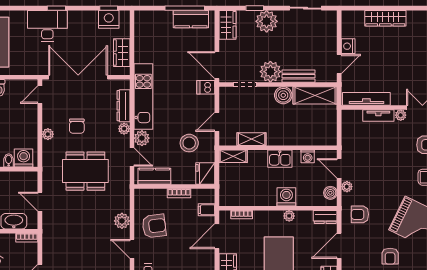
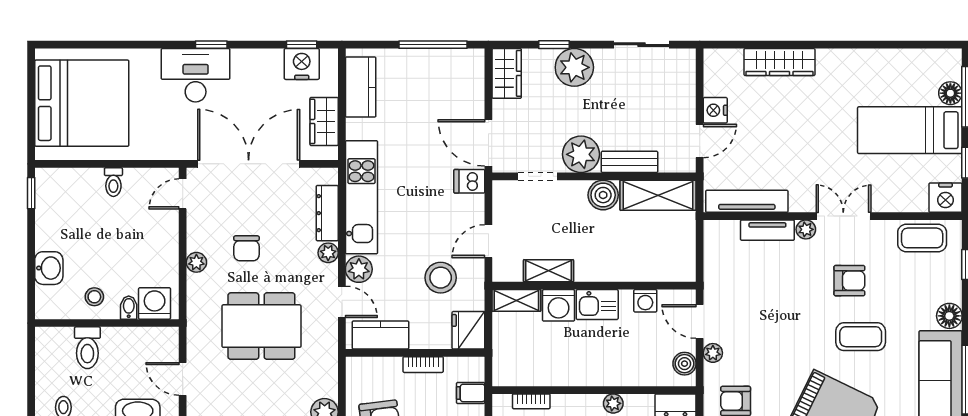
kitchen counter: (191, 19) -> (361, 87), moved, turned -90
washing machine: (286, 197) -> (559, 305), moved, turned 180

